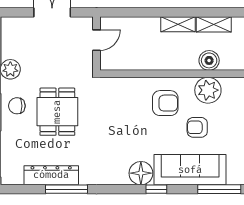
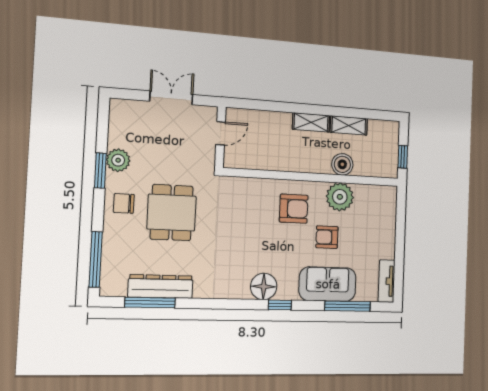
sofa: (190, 170) -> (328, 284), width x0.73
window: (67, 189) -> (150, 303), moved

